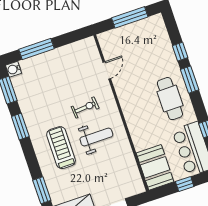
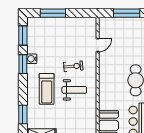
water cooler: (13, 69) -> (32, 59), moved
treadmill: (61, 148) -> (47, 89), turned 180

